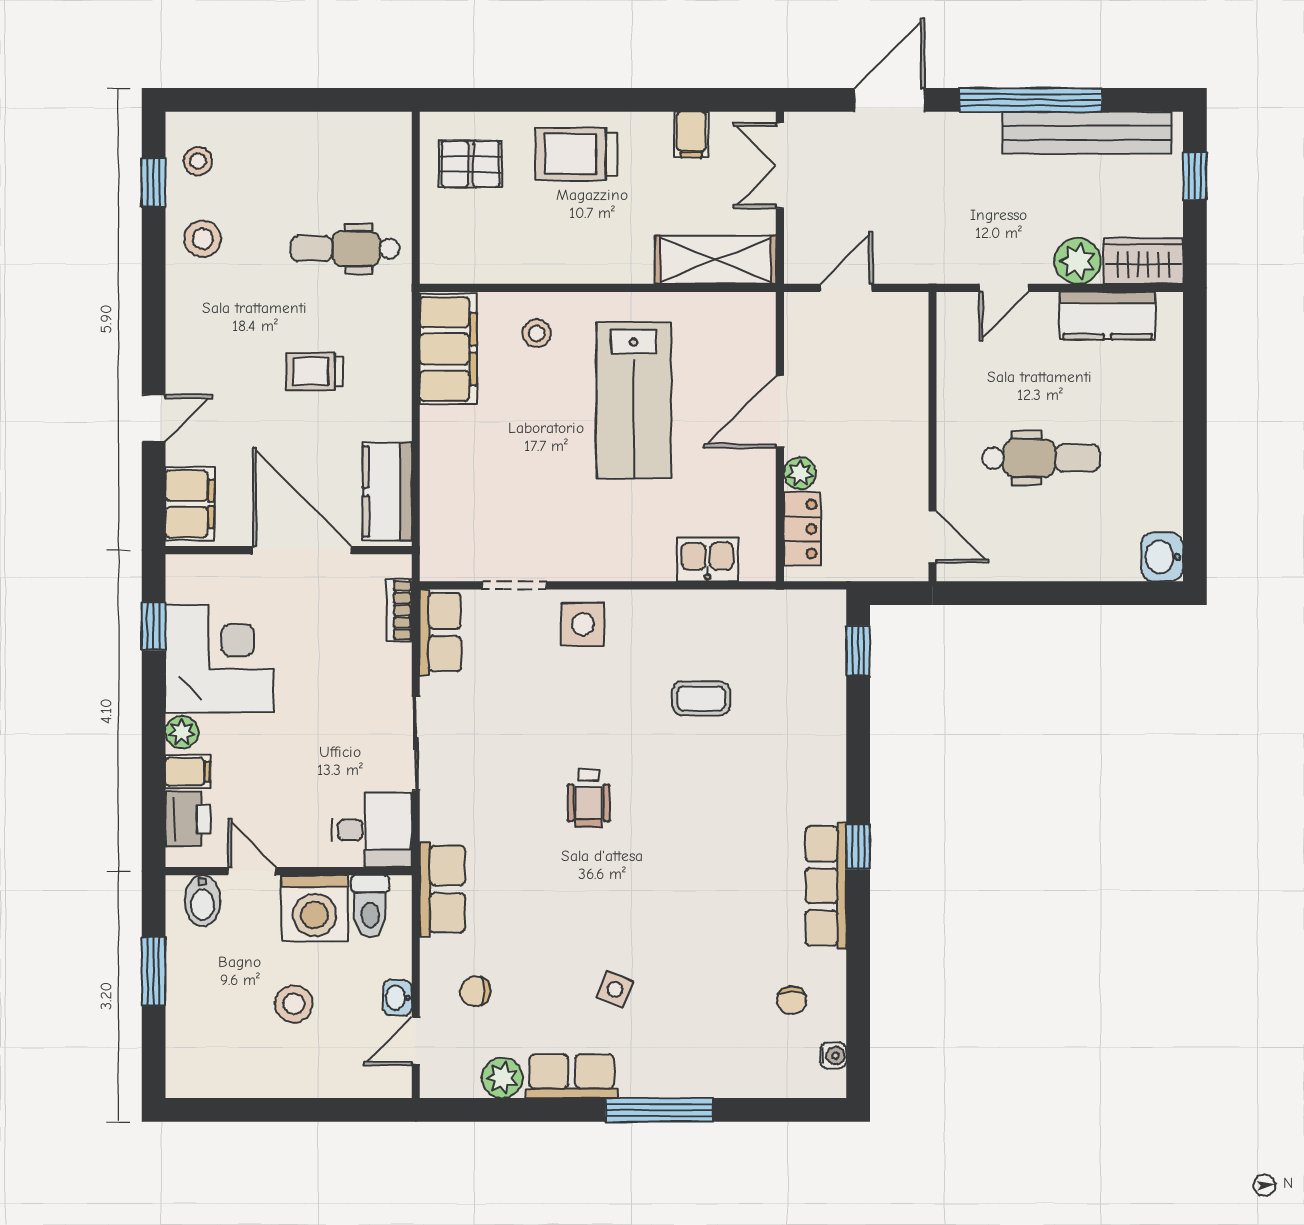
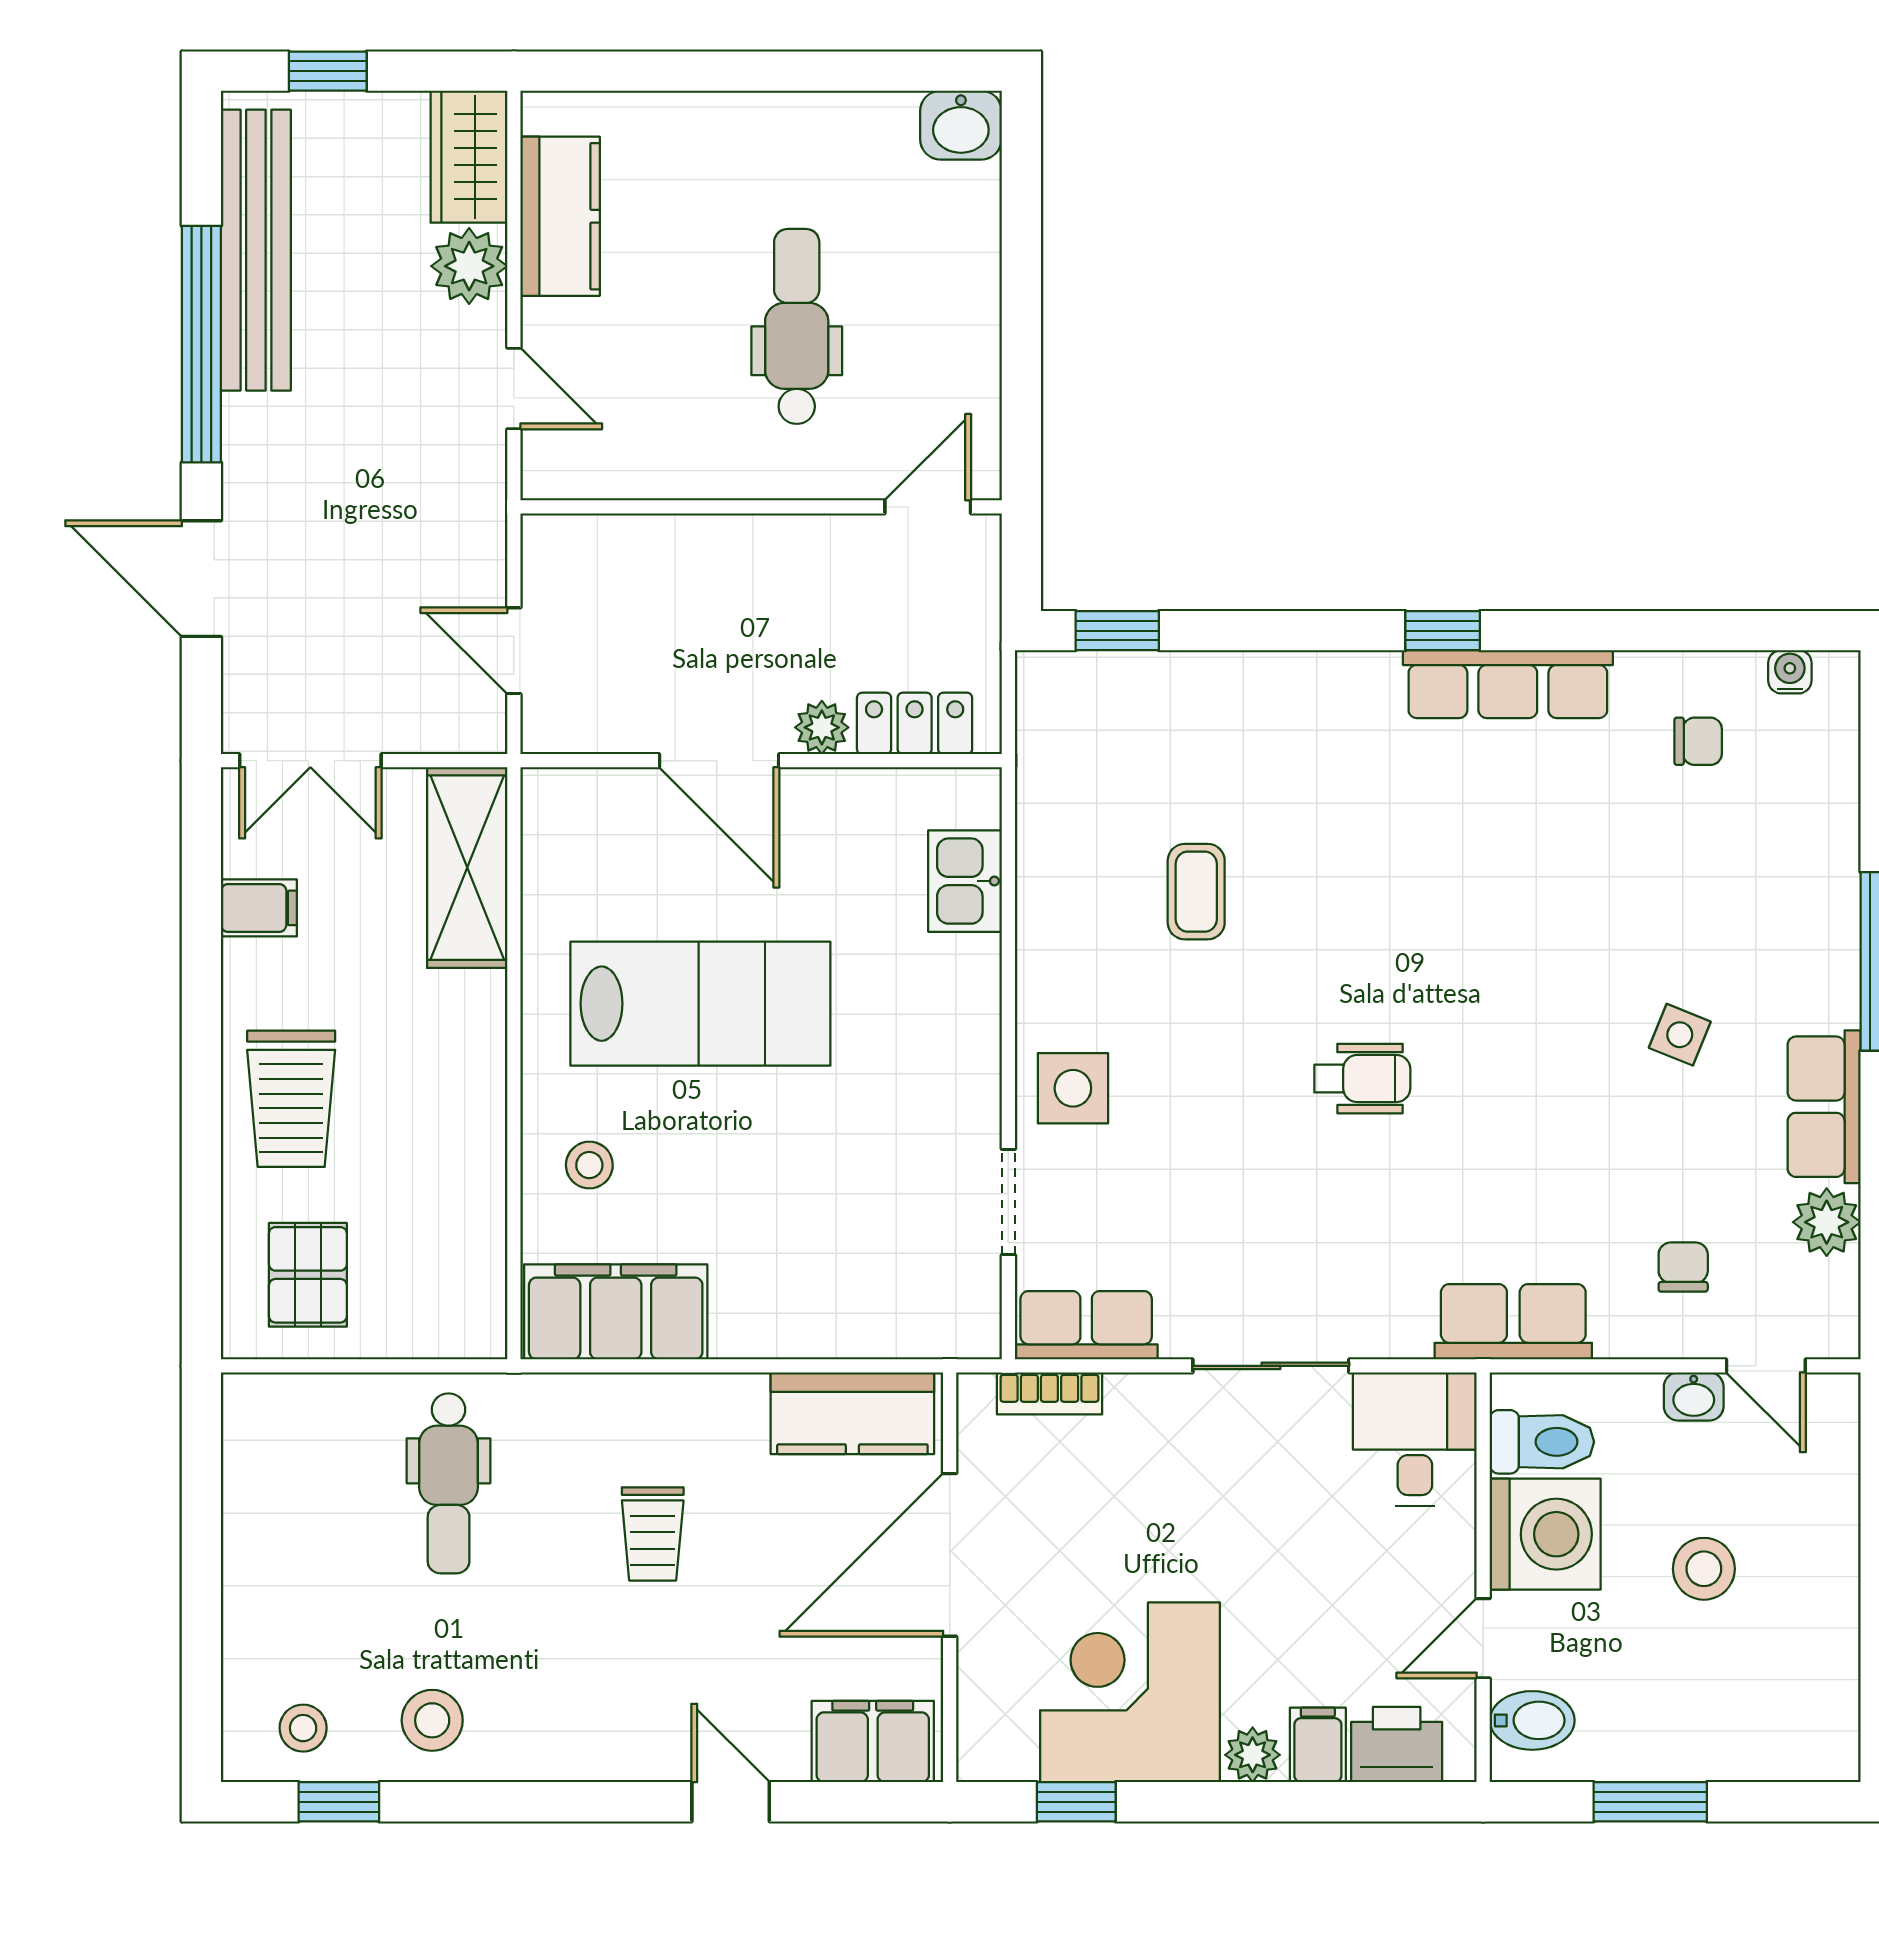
chair: (475, 991) -> (1683, 1267), turned 180

